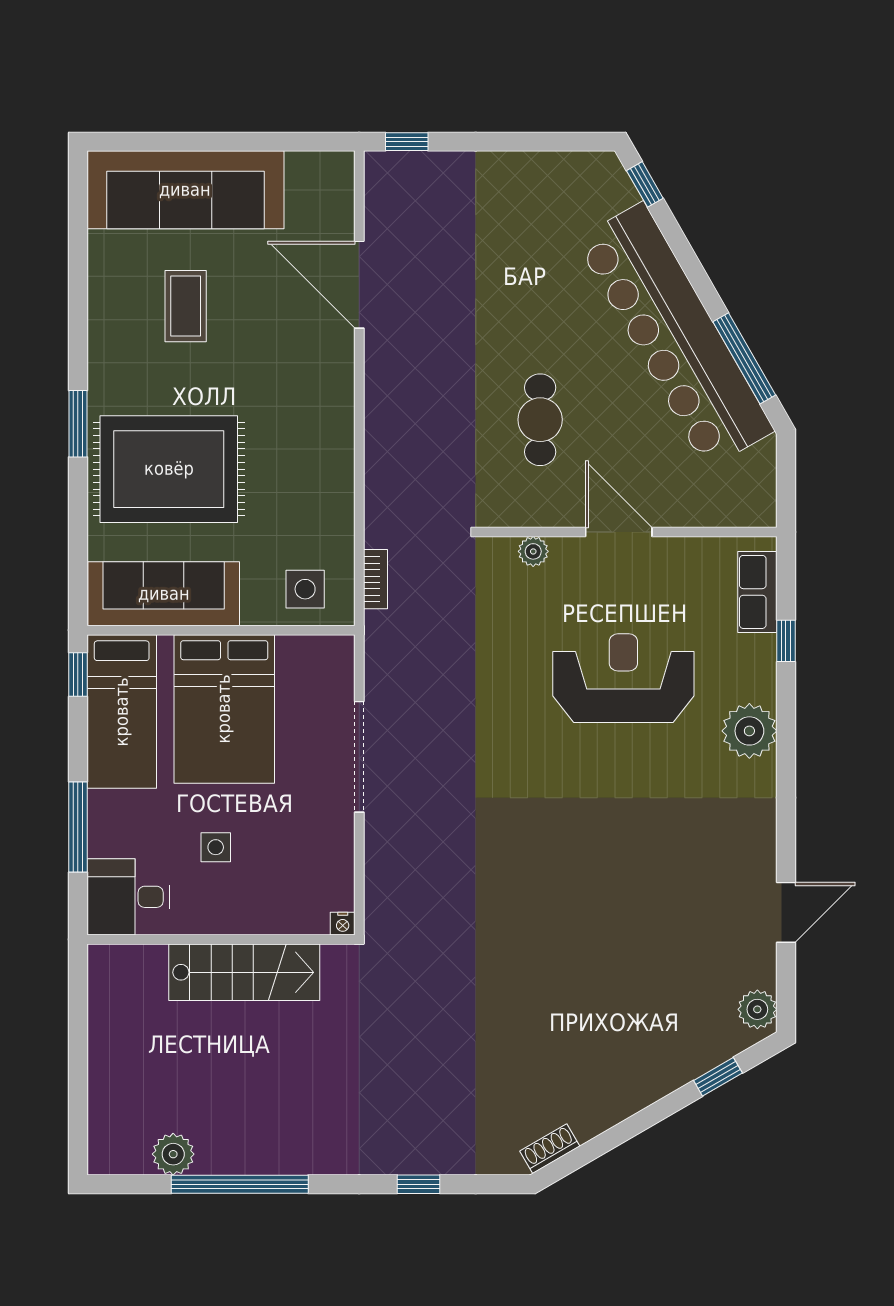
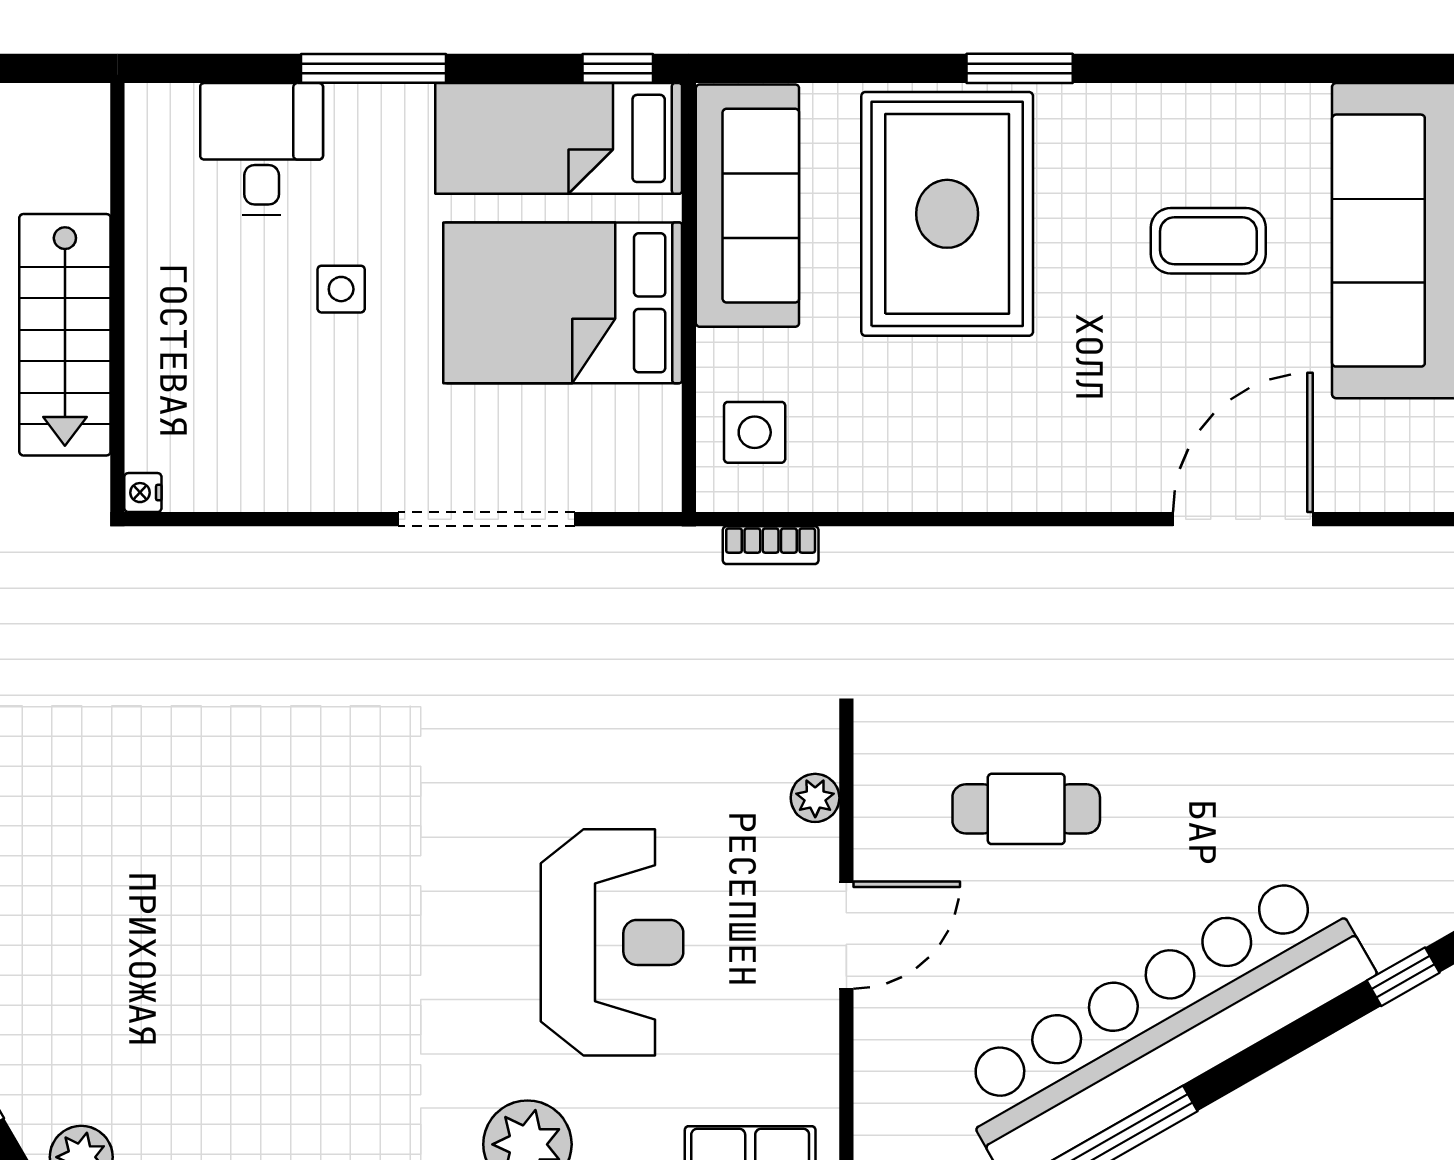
nightstand: (343, 924) -> (143, 493), moved
wall: (221, 939) -> (117, 298), moved
stairs: (244, 972) -> (65, 335), moved

